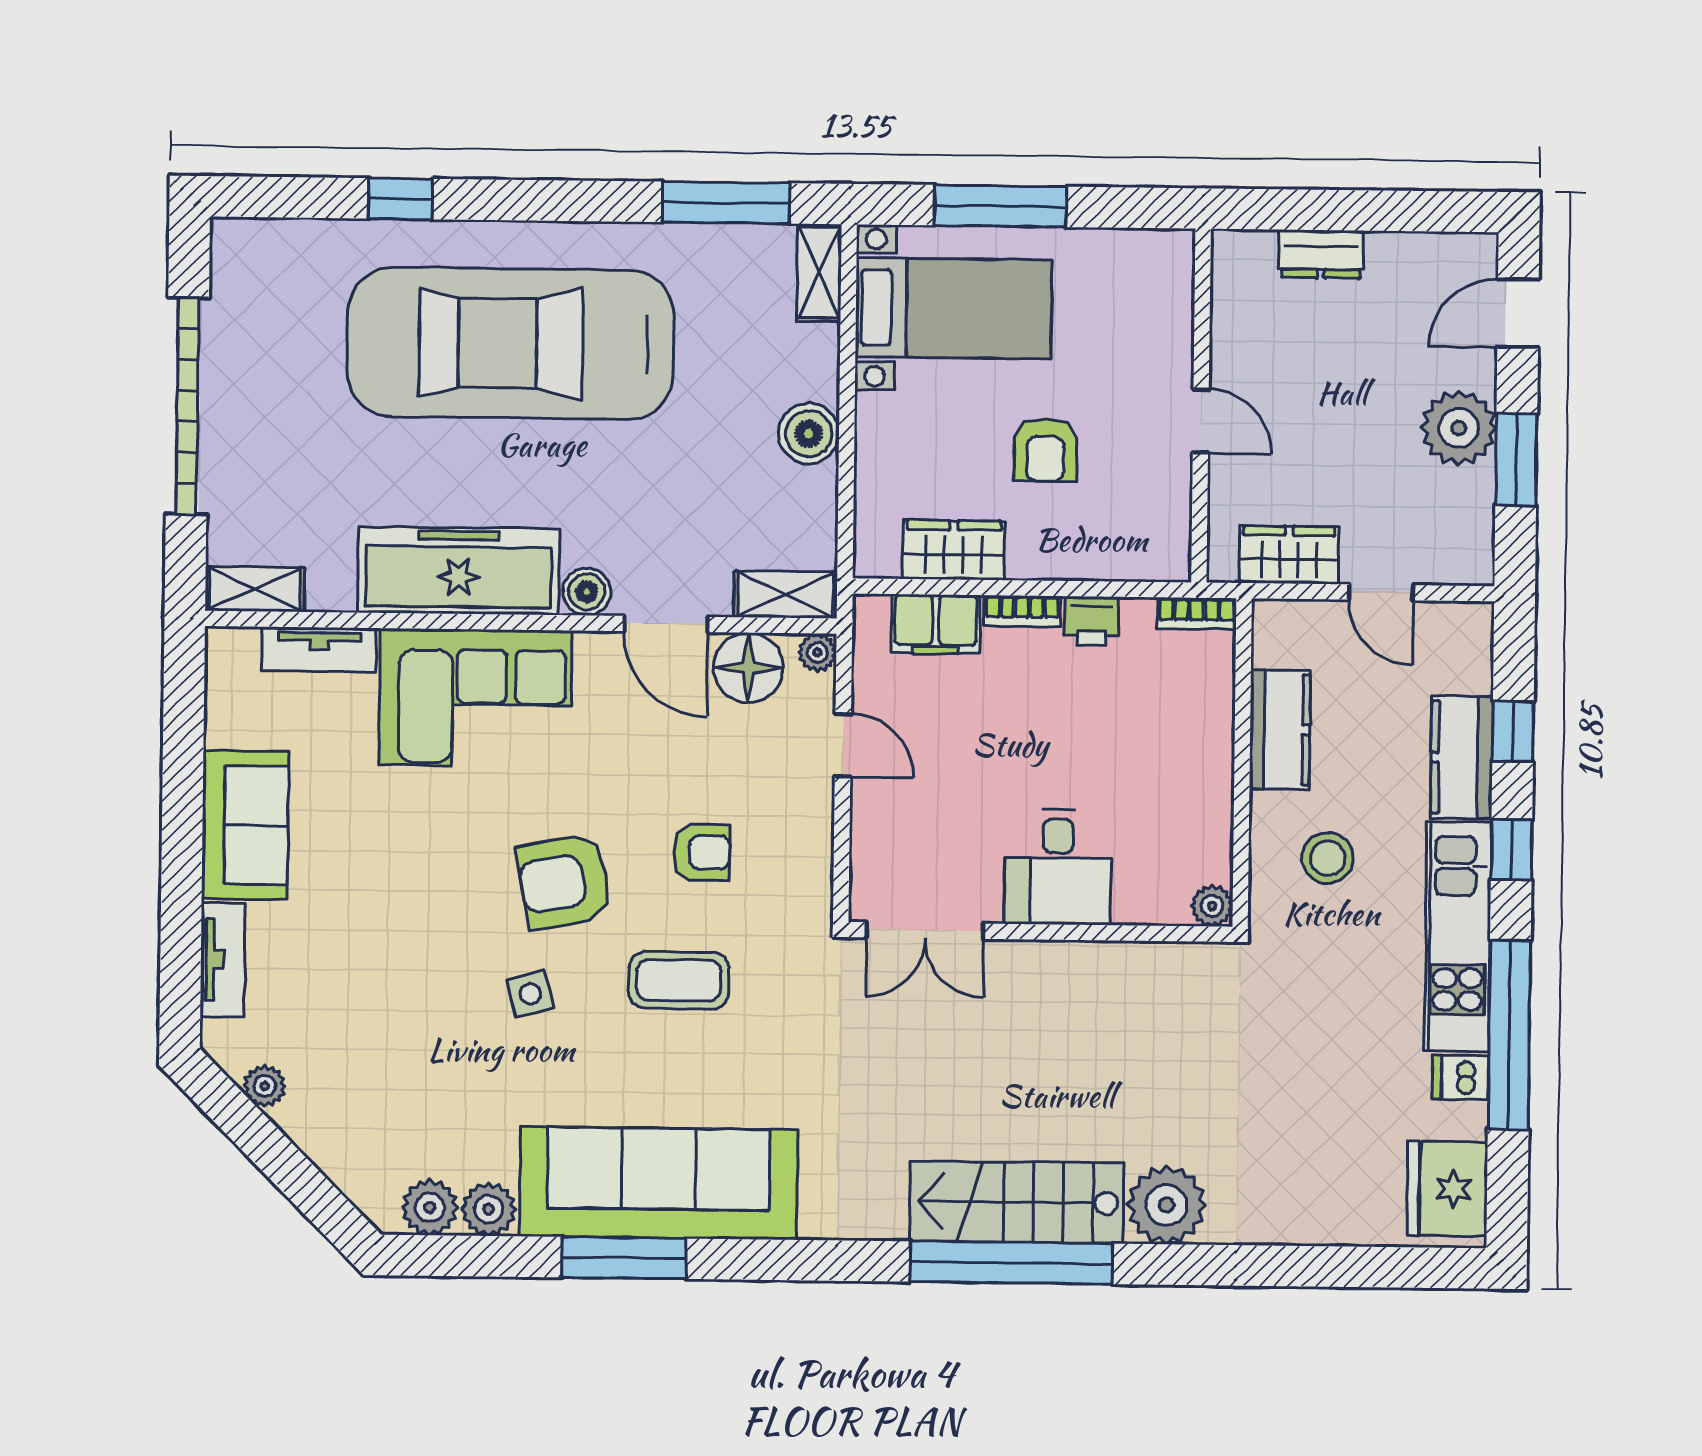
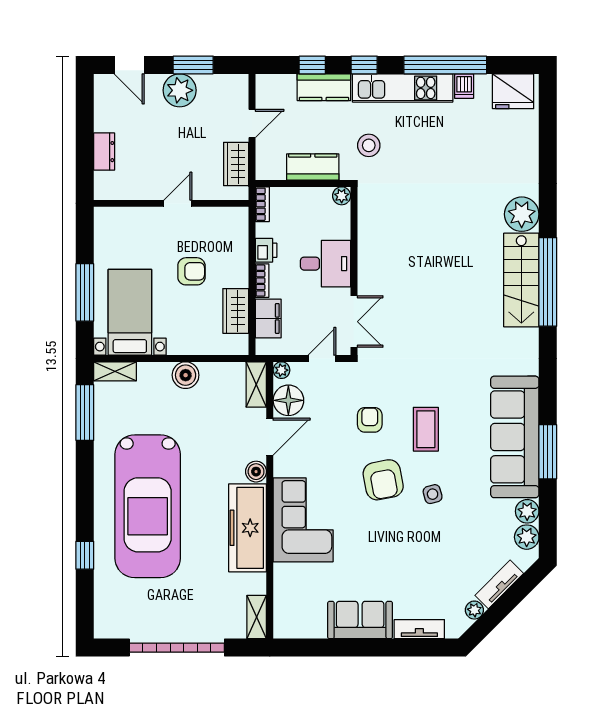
tv unit: (319, 649) -> (499, 584), moved, turned -135
desk: (1058, 867) -> (325, 264), moved
plant: (1212, 906) -> (342, 196), moved
double door: (925, 931) -> (354, 322), moved
wall: (1040, 932) -> (354, 271), moved

